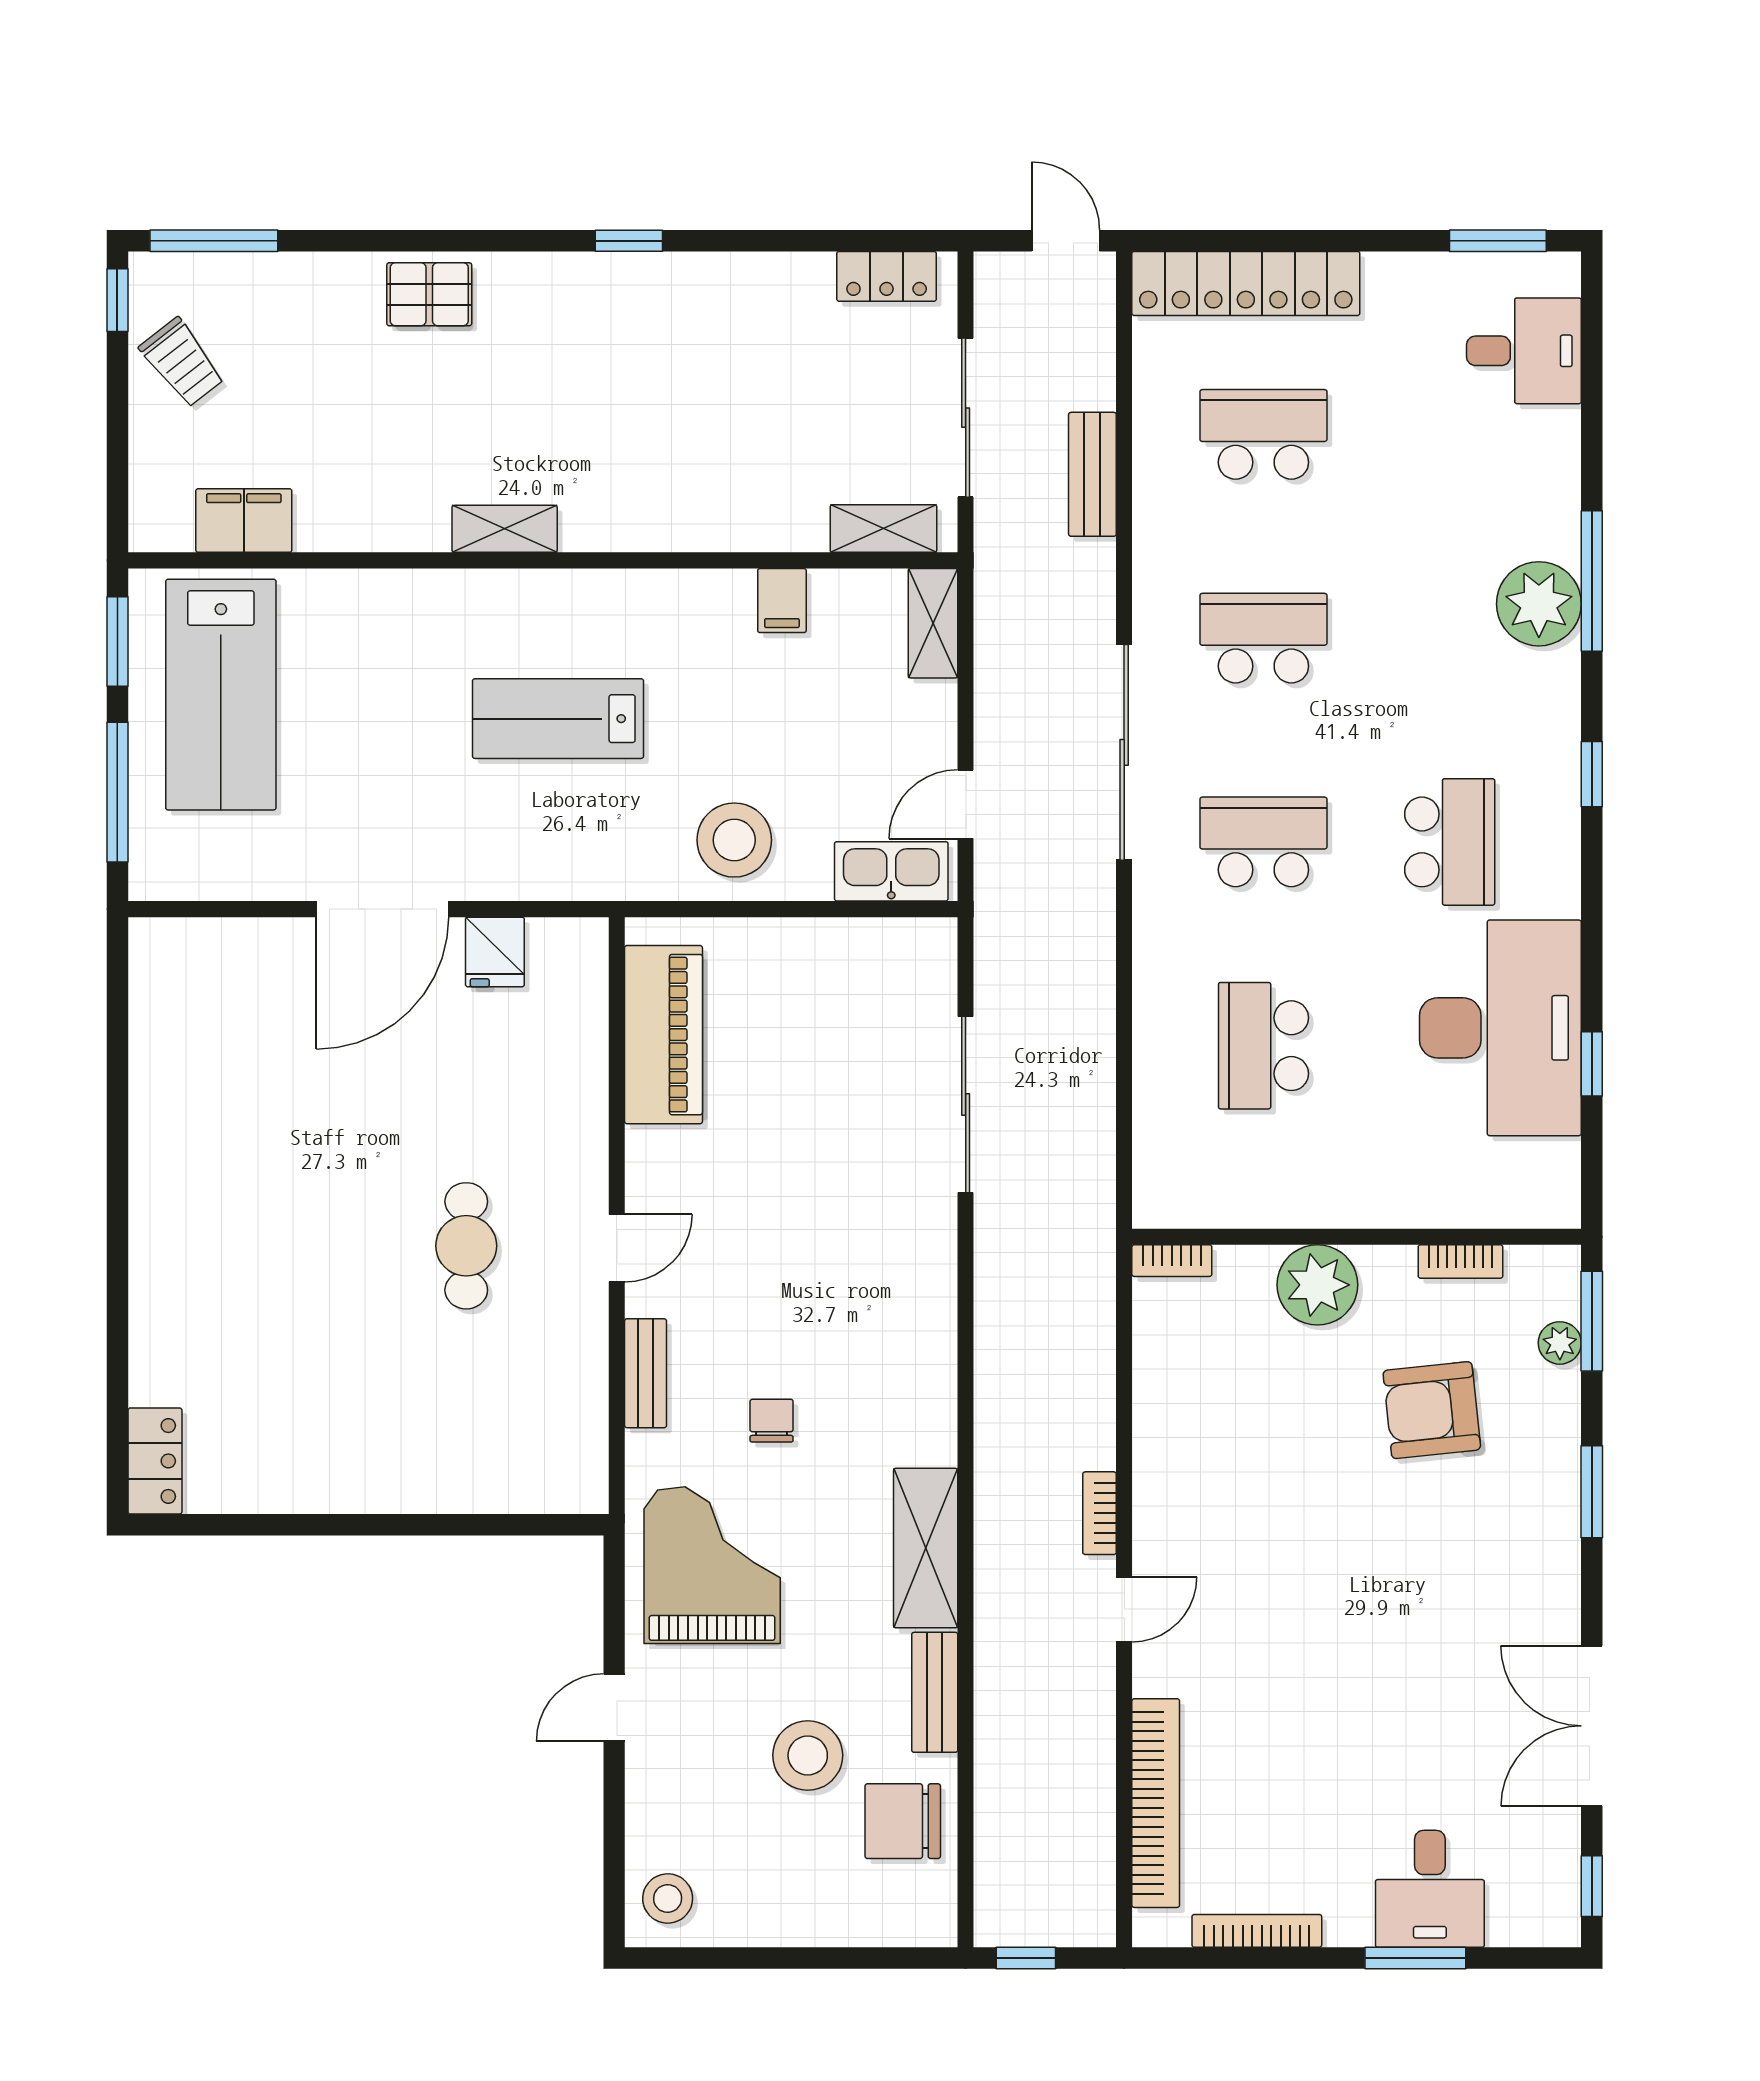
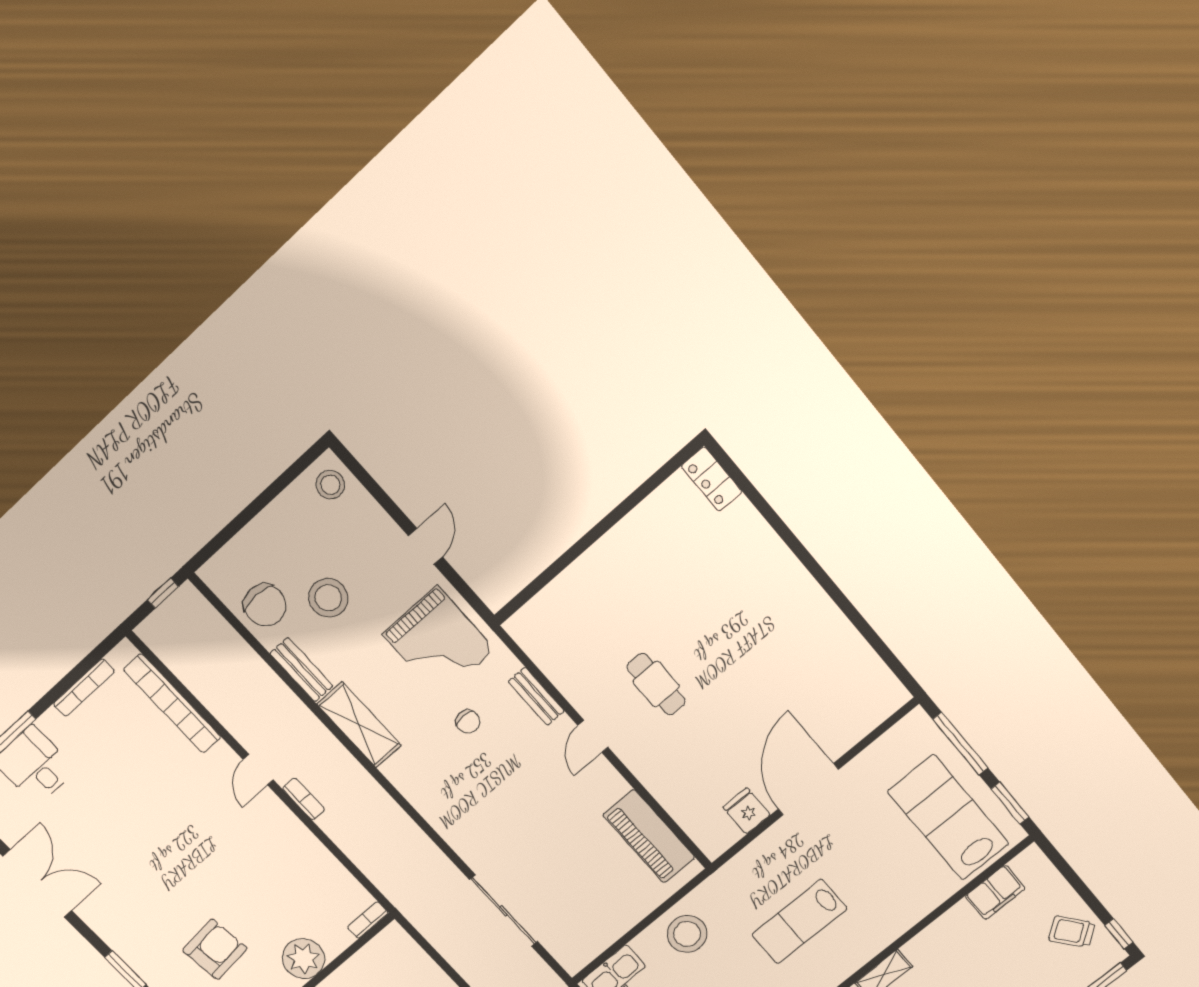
lab bench: (558, 719) -> (799, 922), turned 180
chair: (903, 1821) -> (265, 605), turned 90

